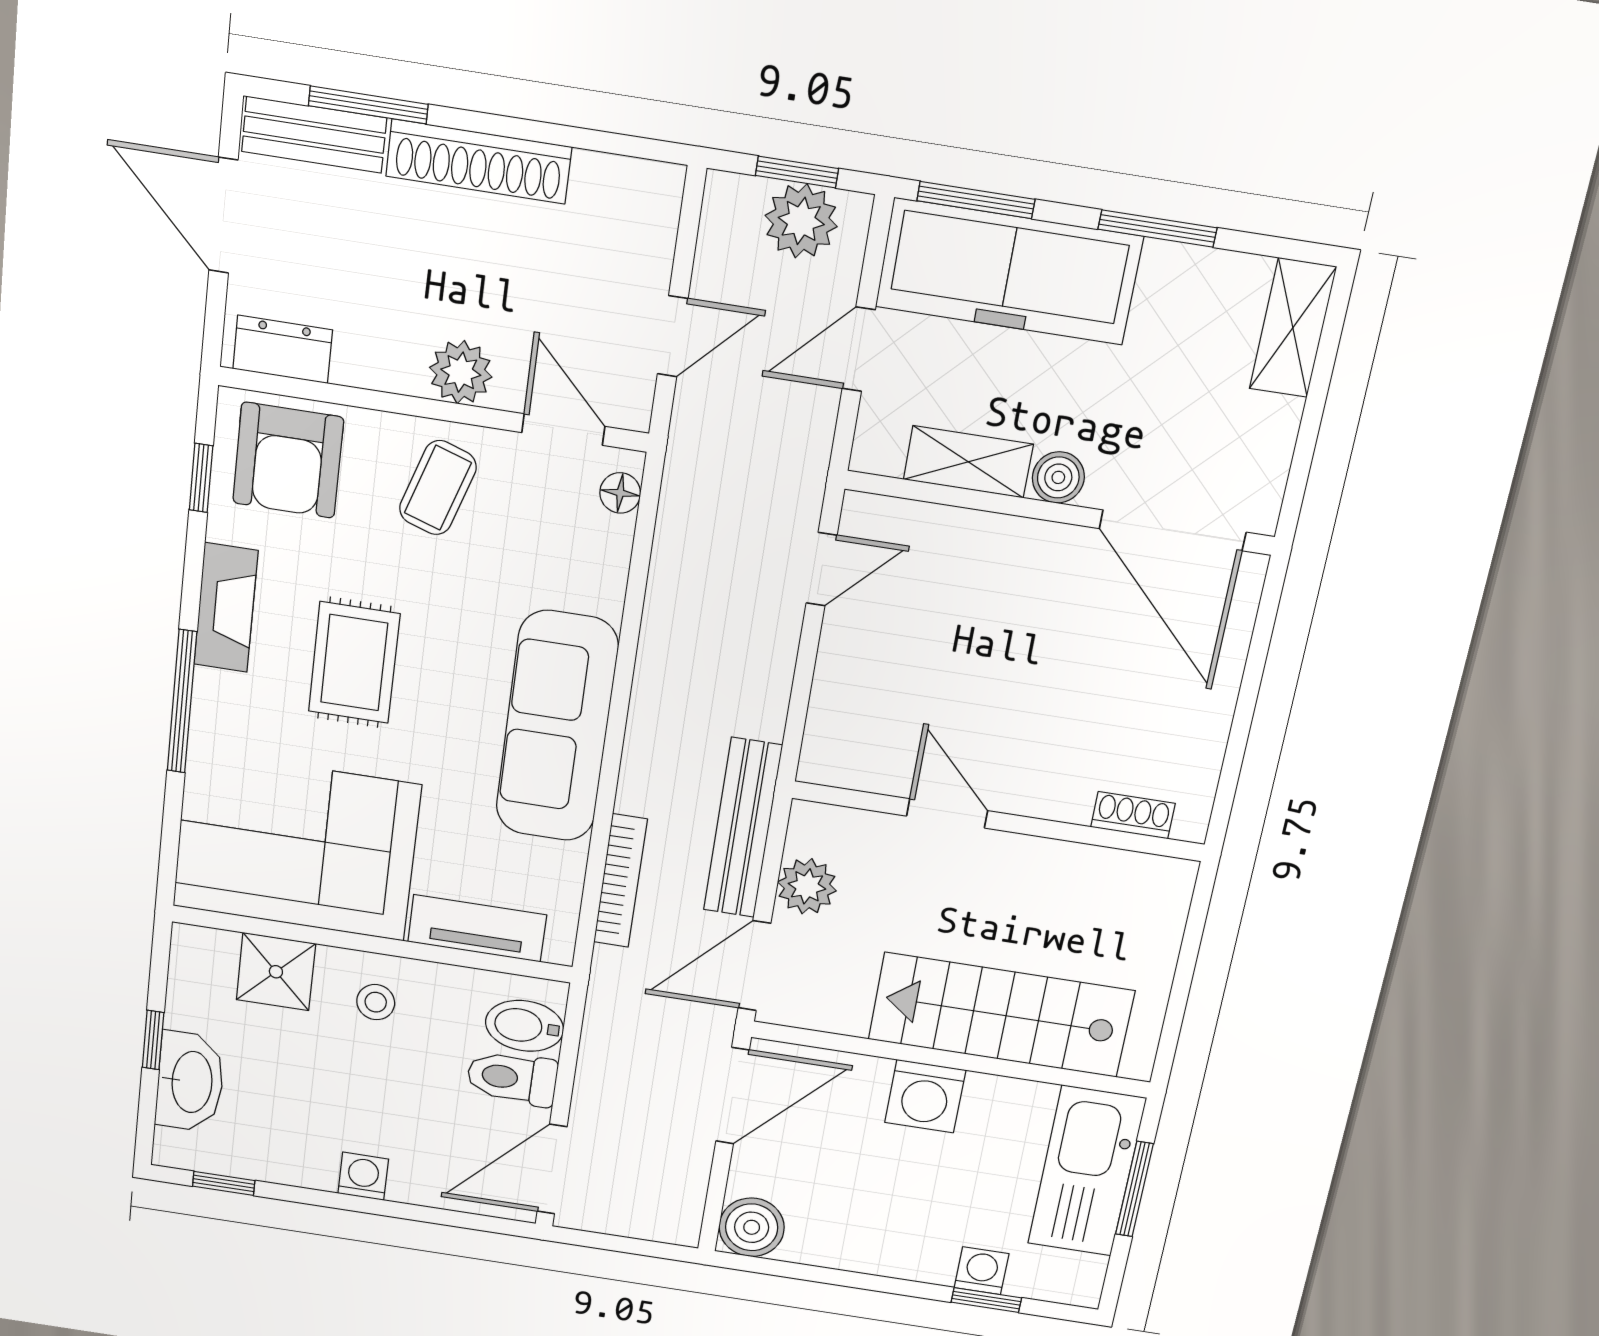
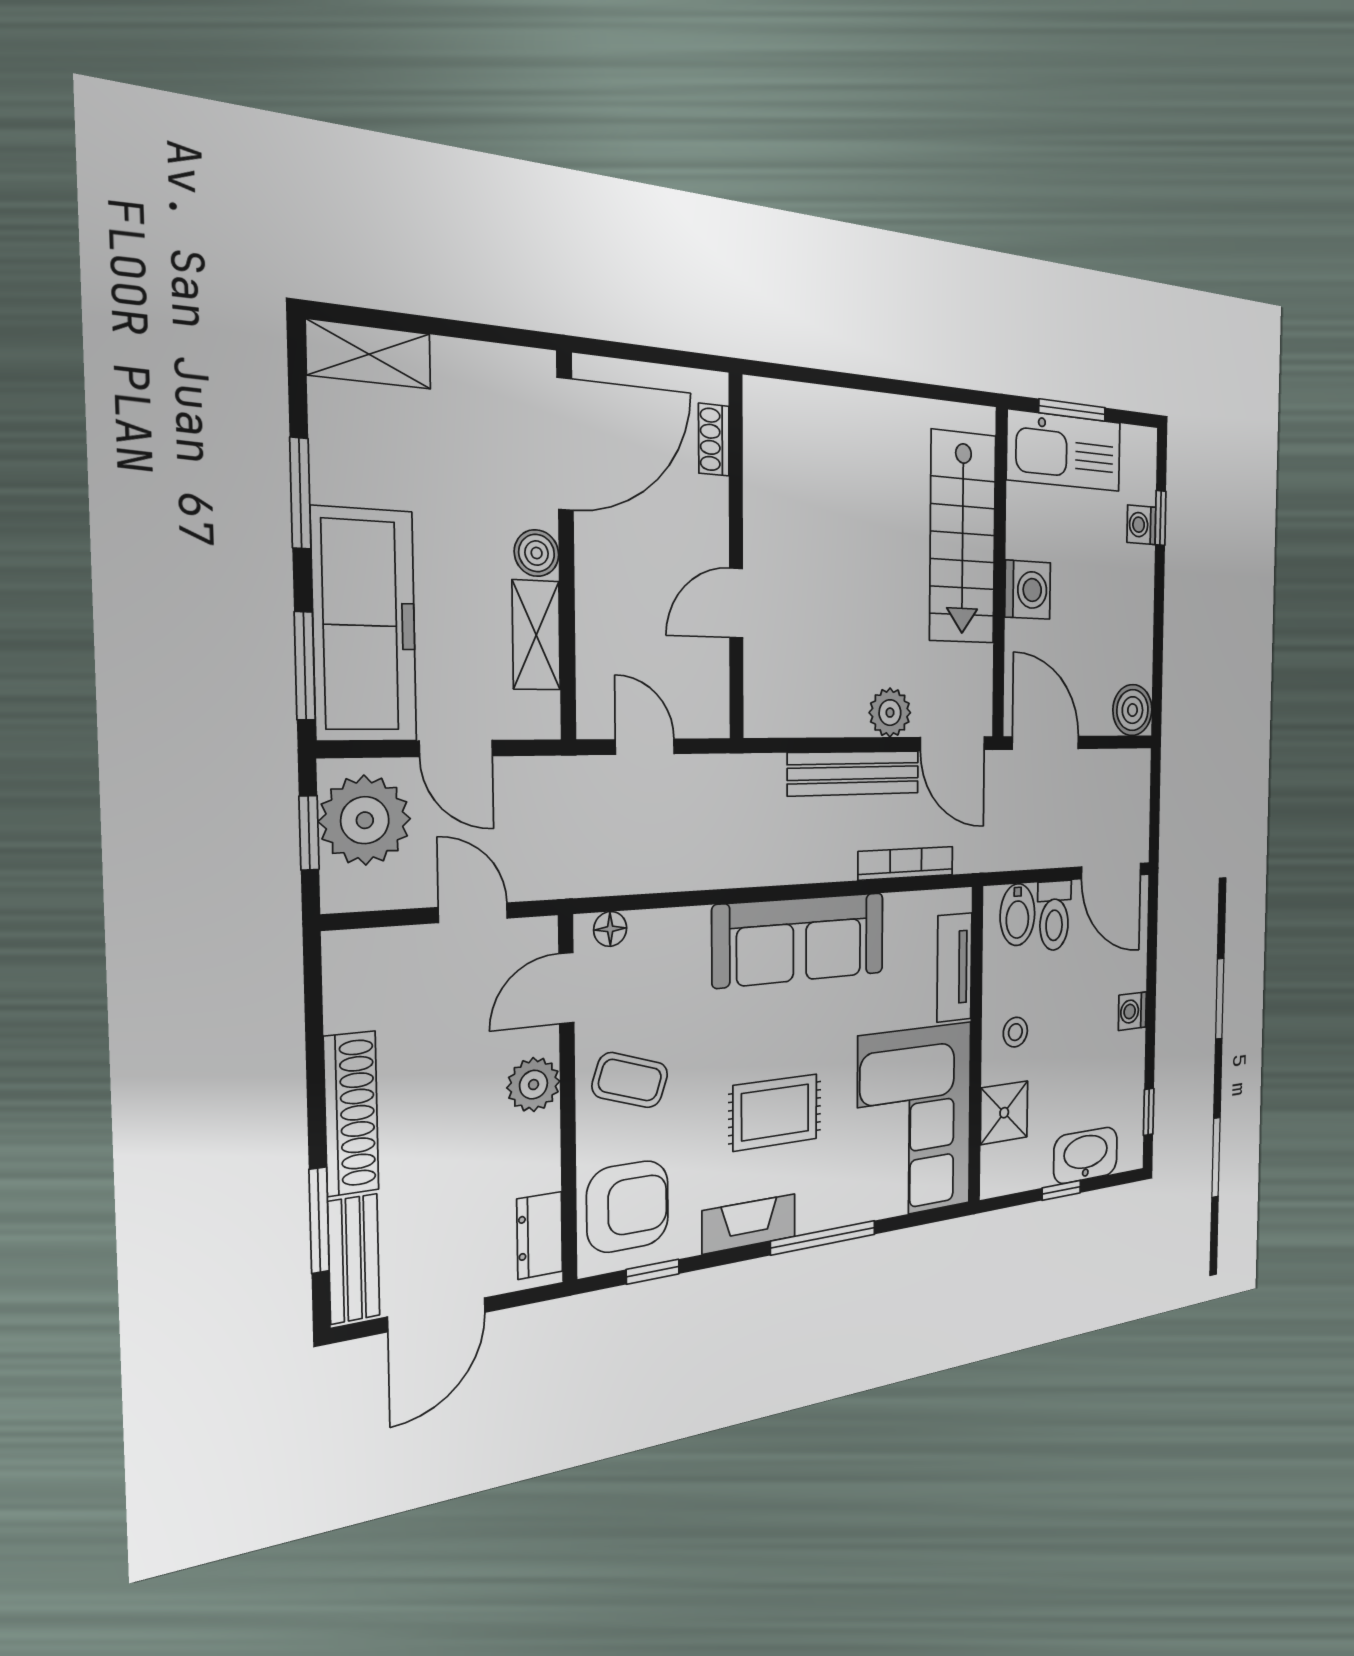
plant: (801, 221) -> (365, 820), width x1.36, depth x1.36
door: (947, 813) -> (736, 603), moved
shoe rack: (1133, 815) -> (714, 440), moved
wall: (998, 821) -> (736, 558), moved

